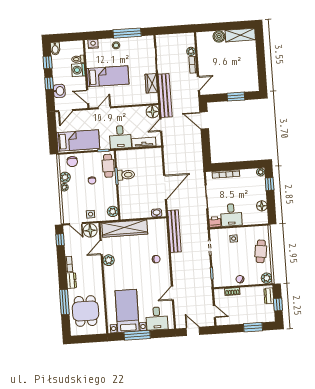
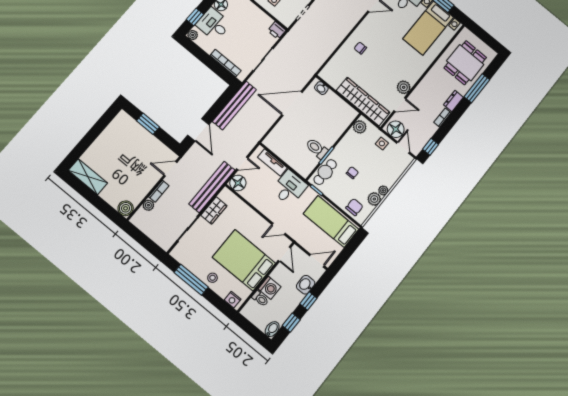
boiler: (219, 36) -> (126, 208), moved
bed: (108, 76) -> (244, 260), width x1.50
desk: (231, 215) -> (214, 24), moved, turned -90
bench: (174, 231) -> (234, 105), moved

